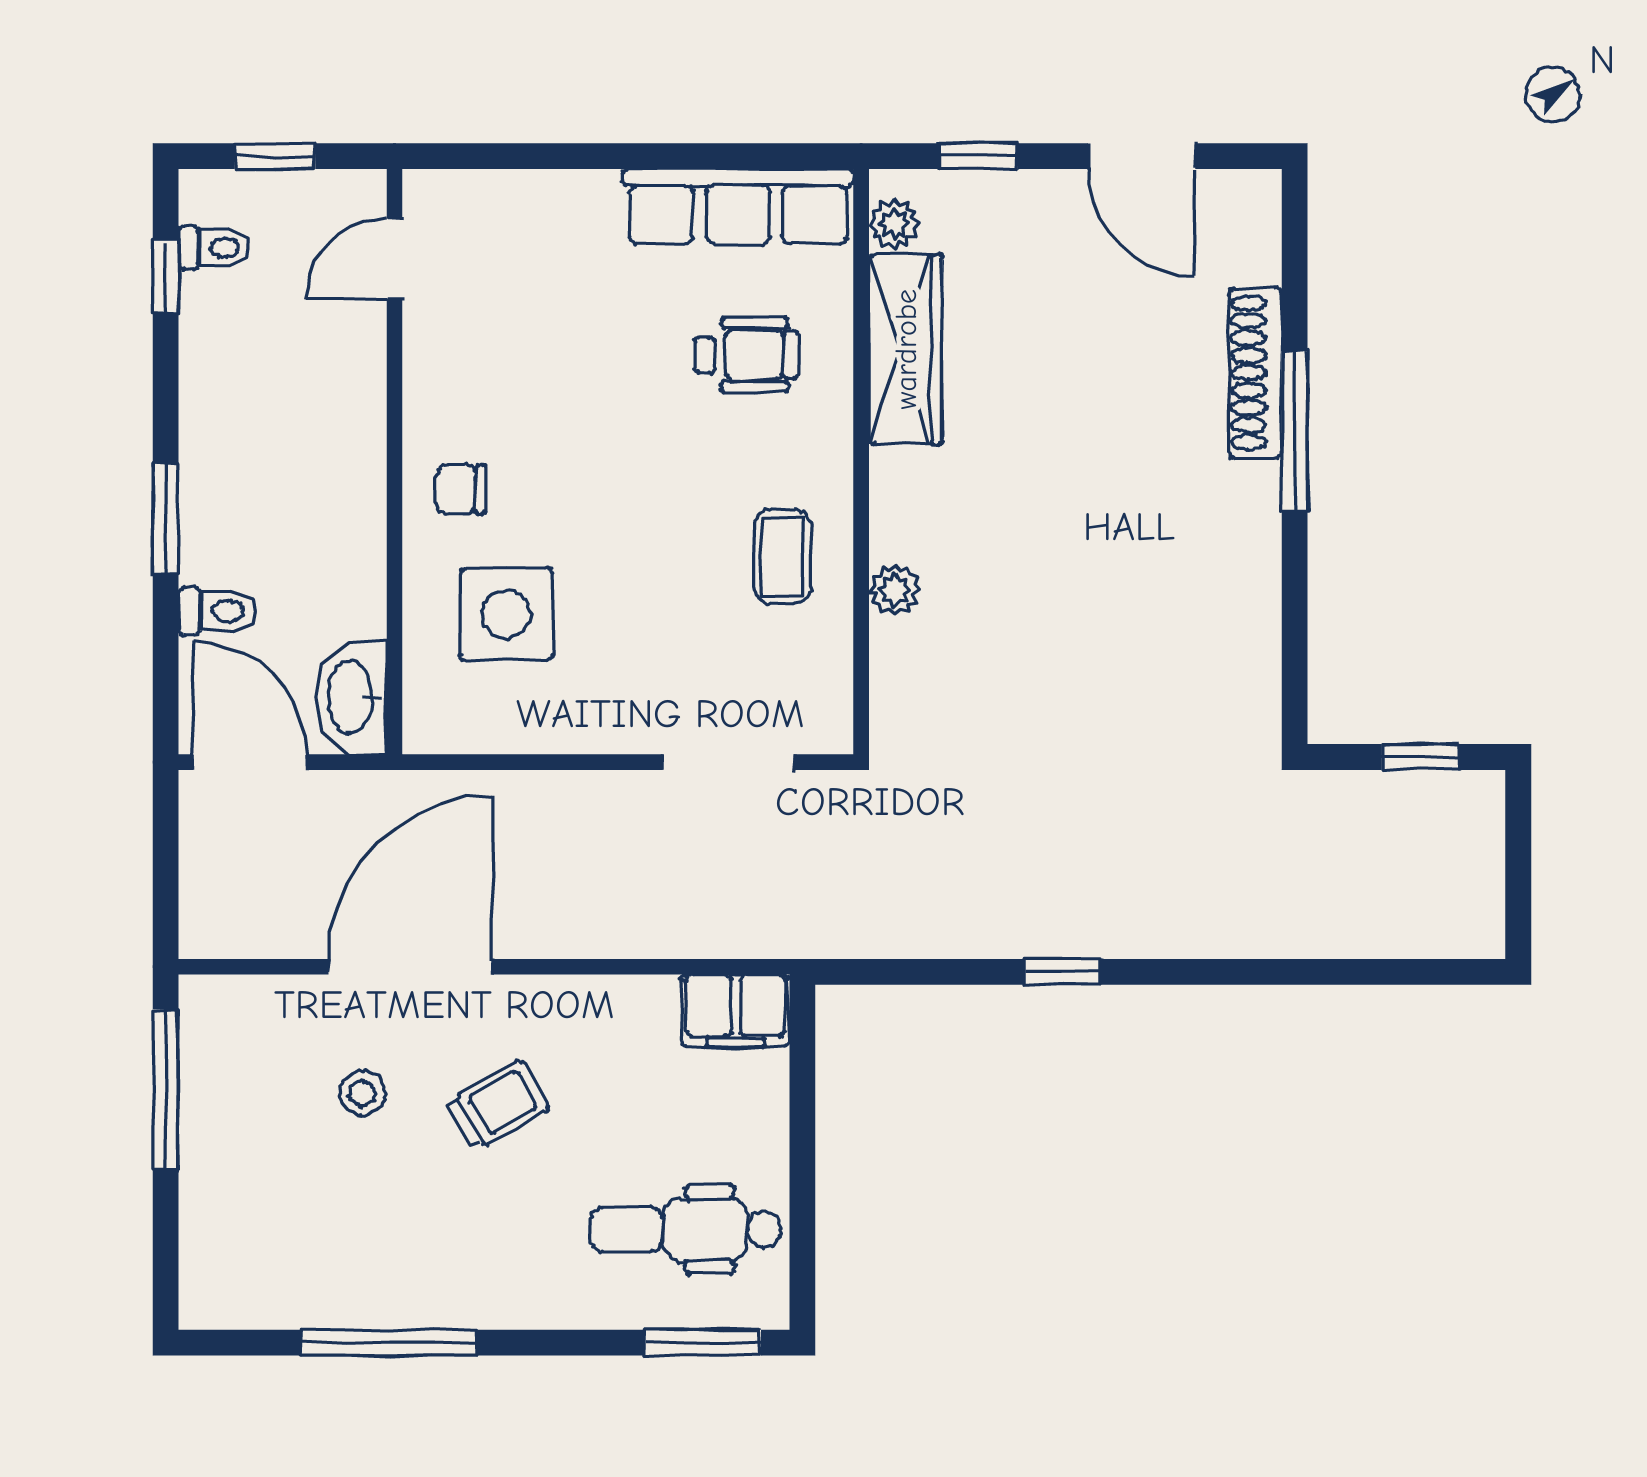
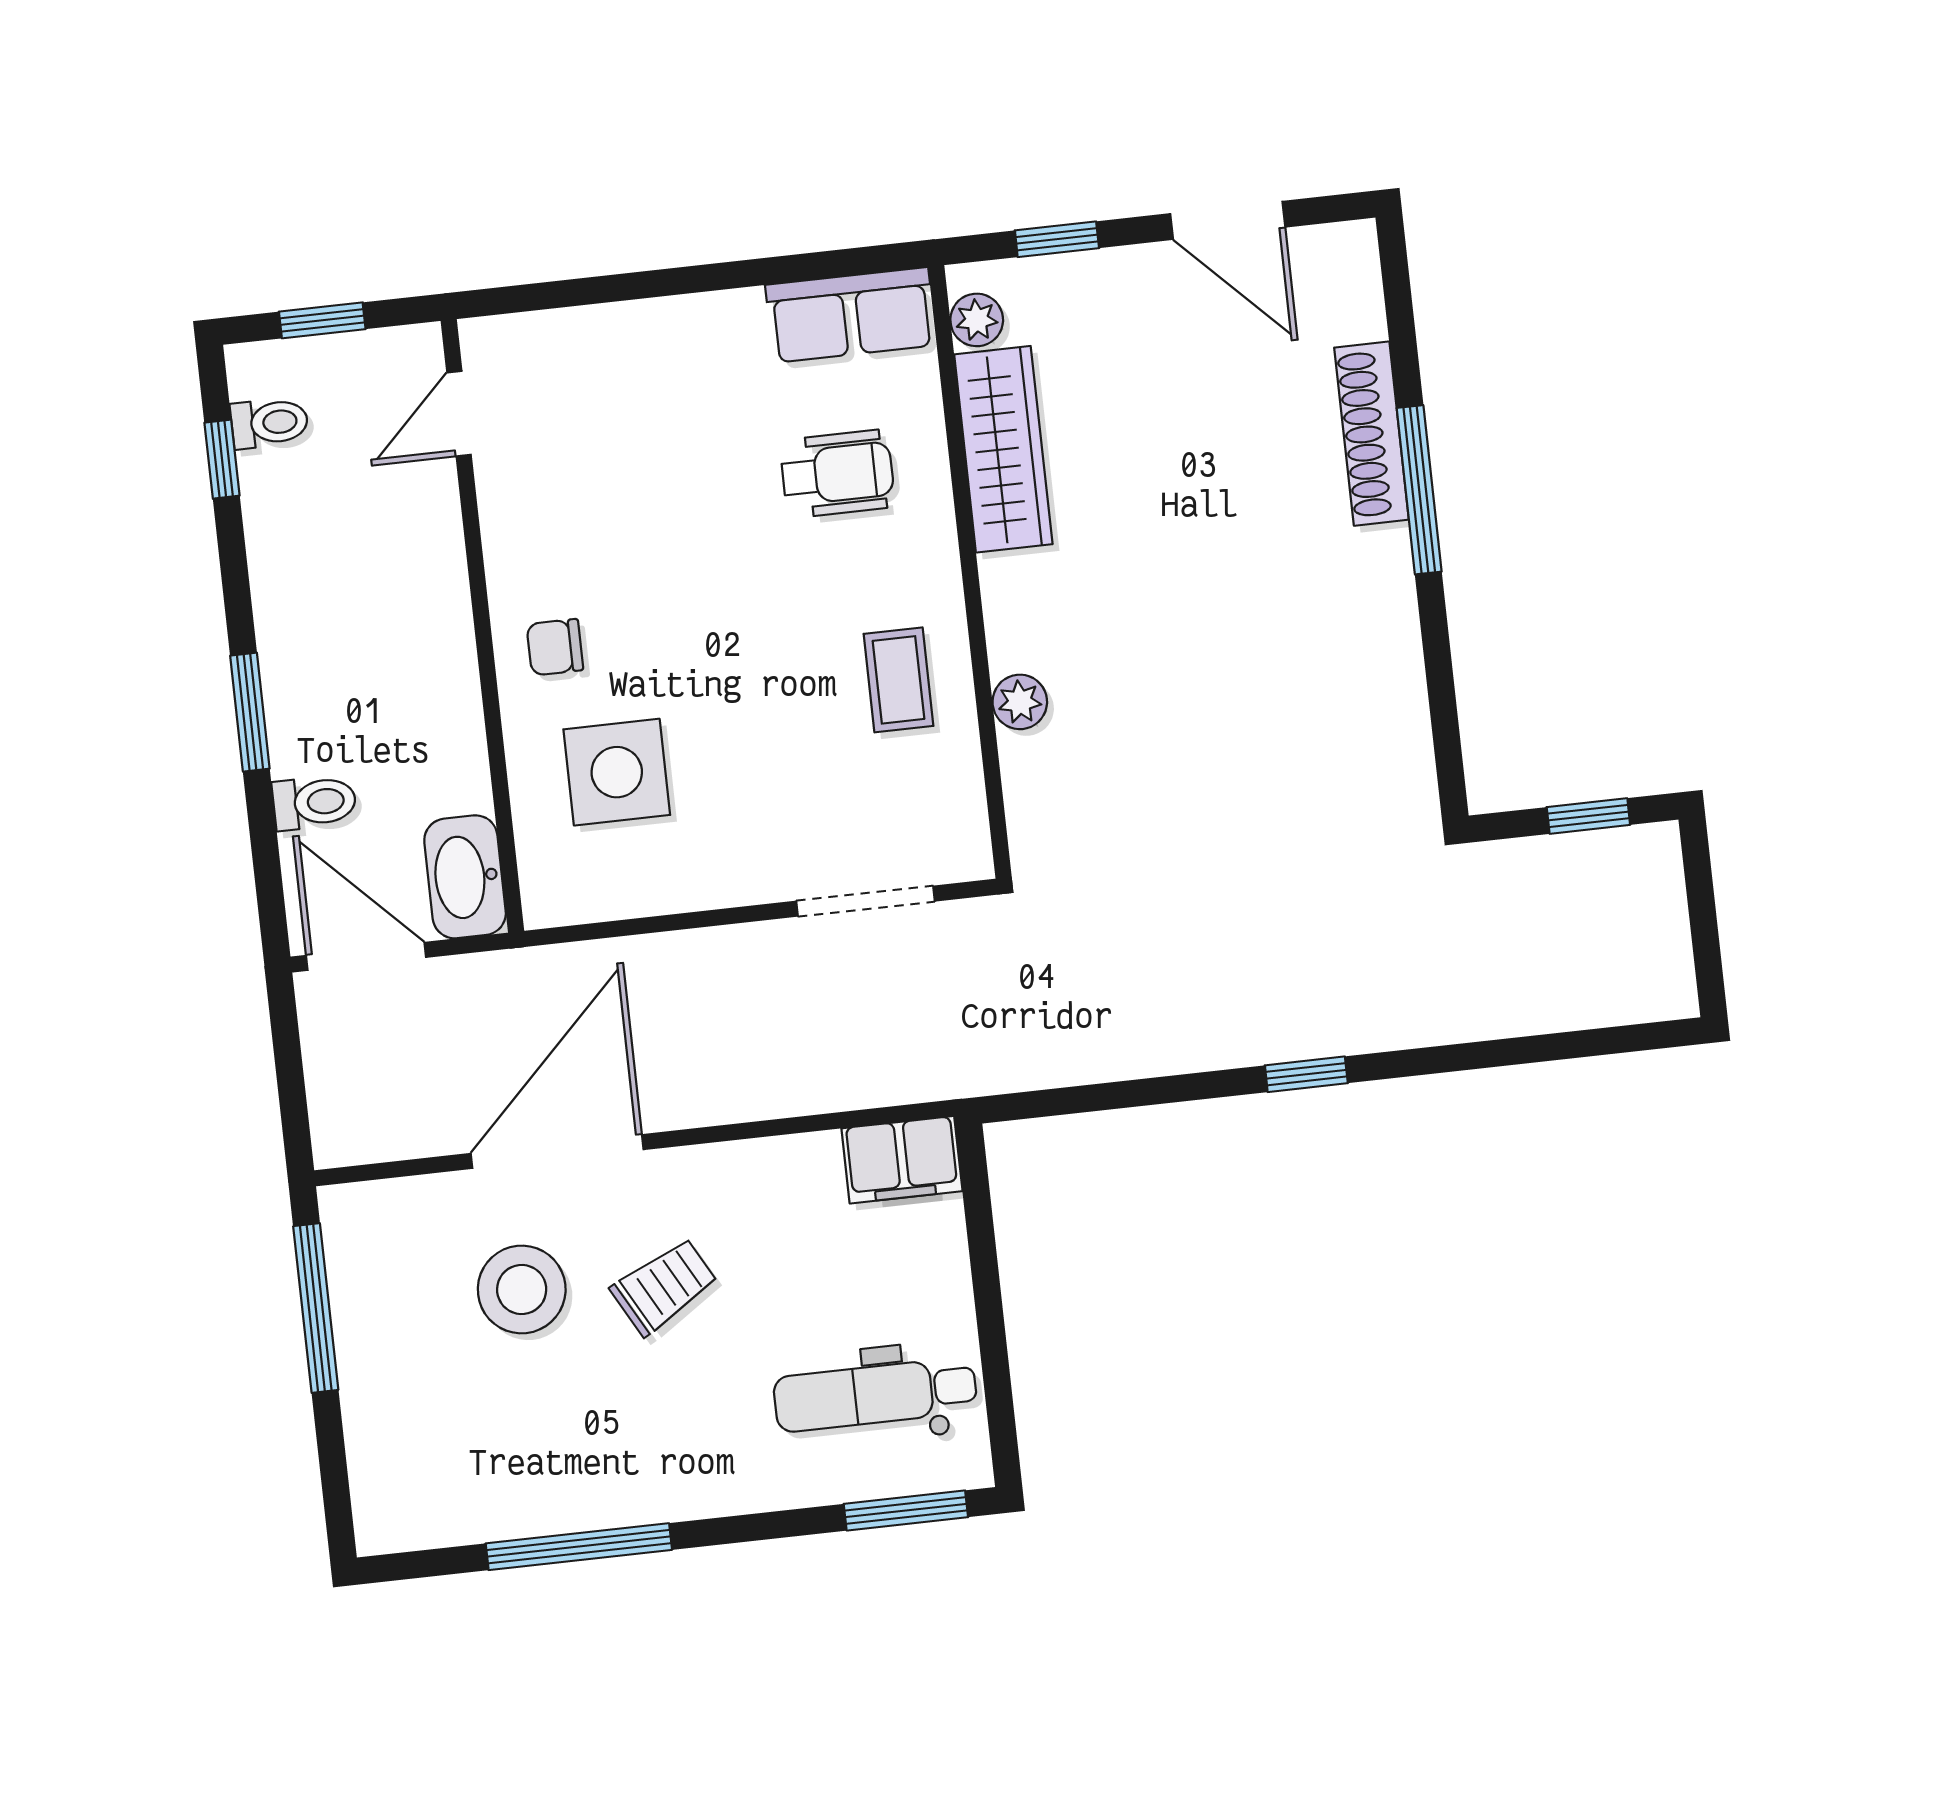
row of seats: (738, 206) -> (851, 315), width x0.68
window: (1063, 972) -> (1306, 1074), moved
stool: (362, 1093) -> (522, 1289), width x1.89, depth x1.89

